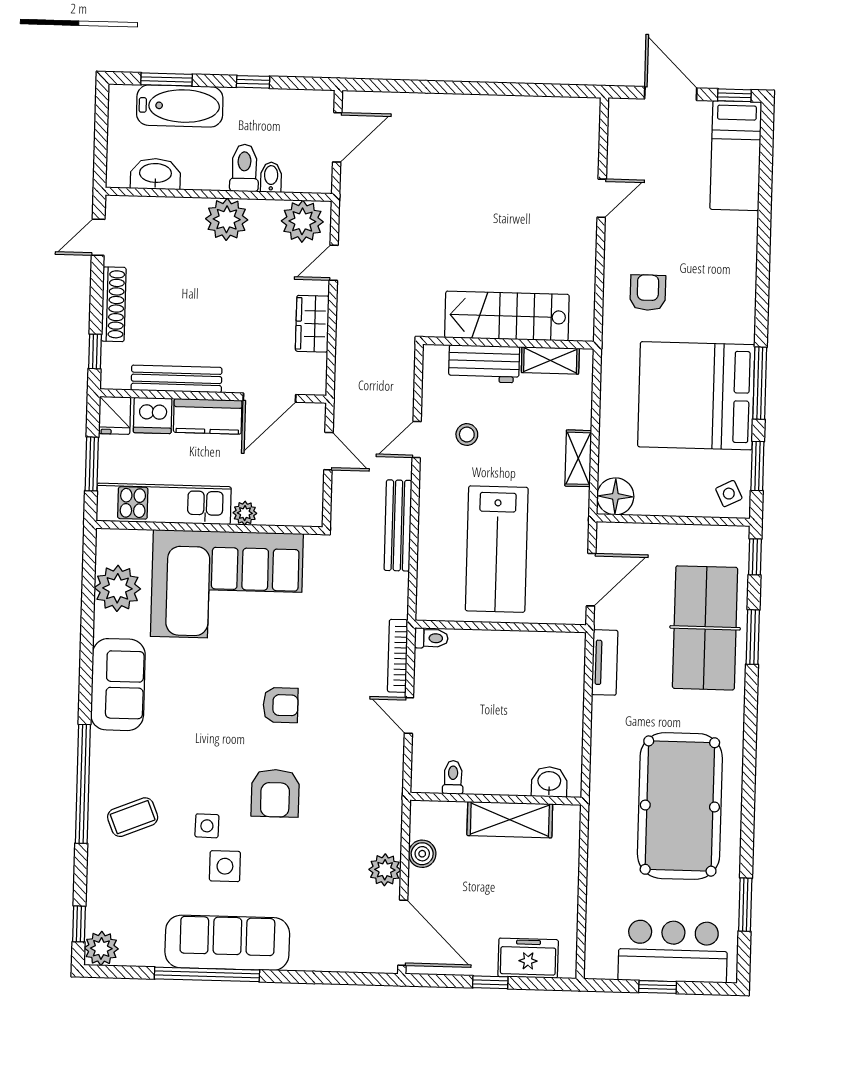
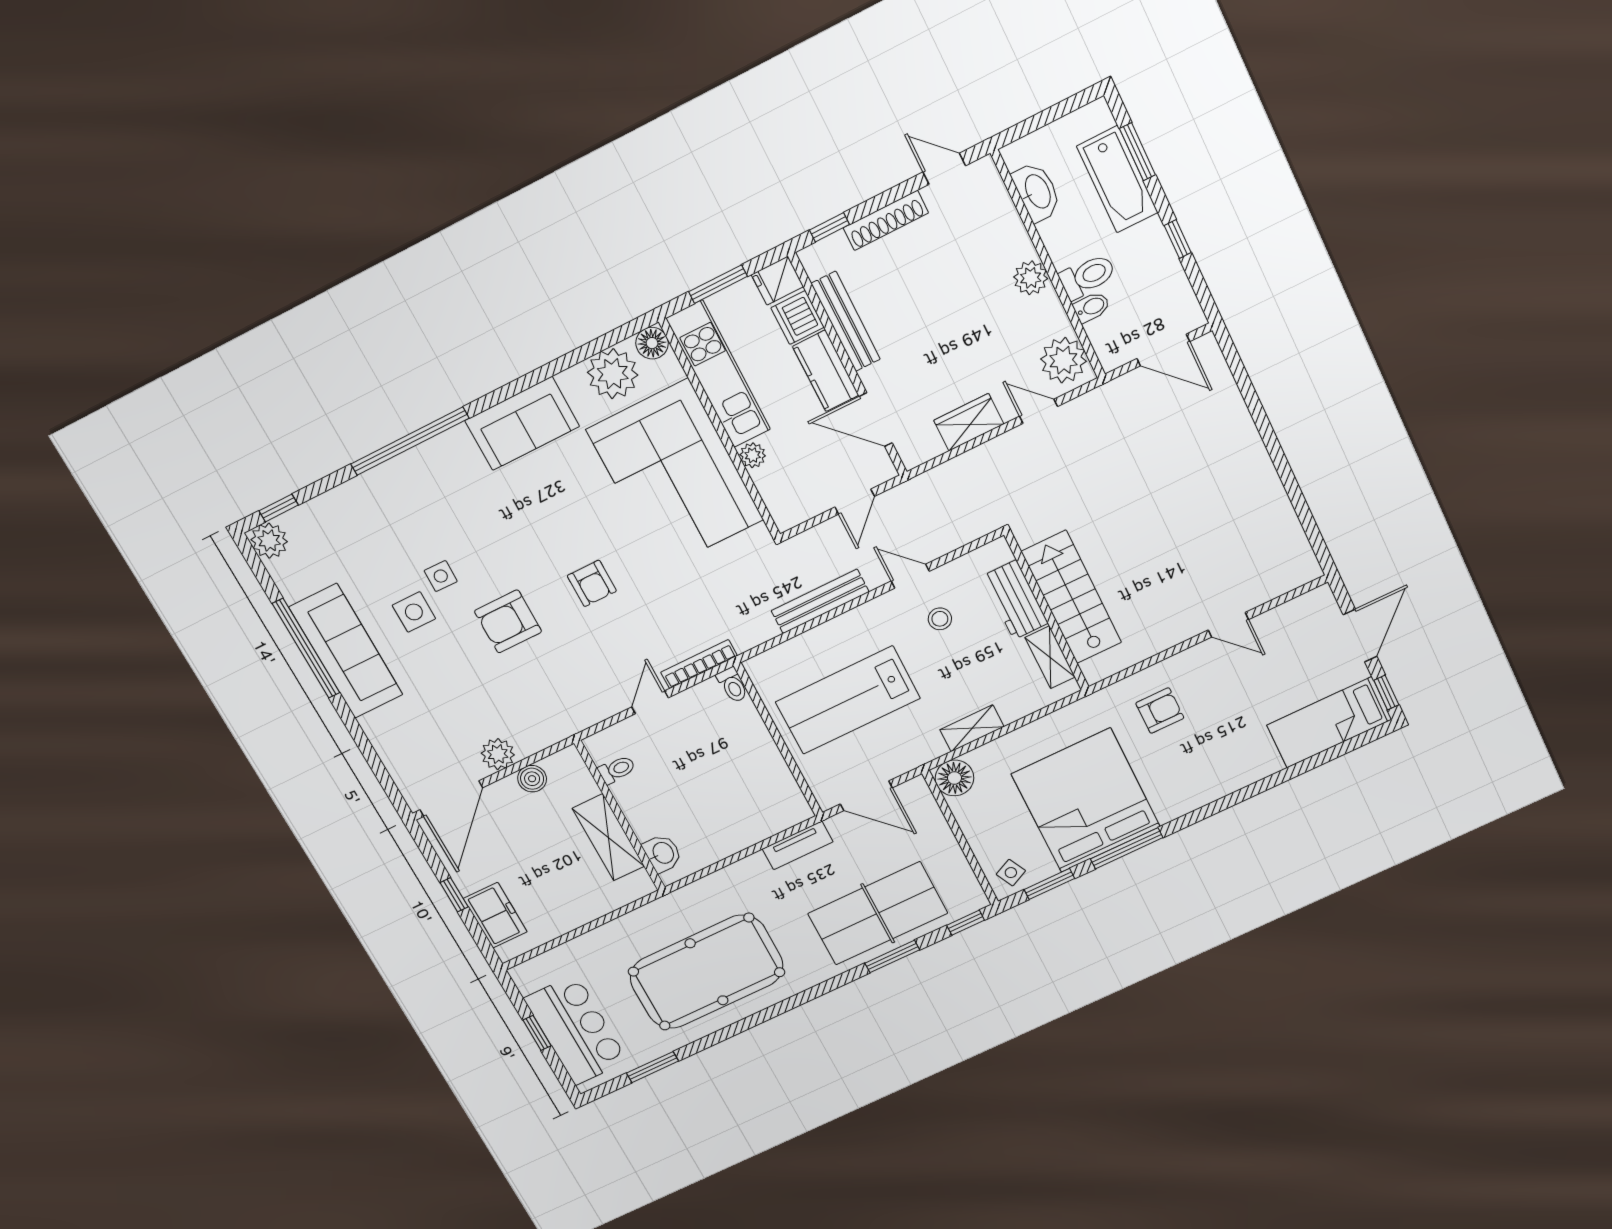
plant: (227, 219) -> (1031, 278), width x0.73, depth x0.73
floor lamp: (110, 543) -> (652, 343), added
coffee table: (133, 817) -> (407, 504), removed

